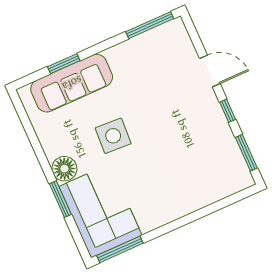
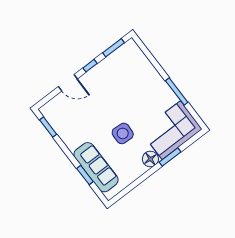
window: (150, 25) -> (48, 127), width x0.69
door: (210, 71) -> (68, 83), swing flipped
window: (120, 249) -> (177, 92), moved

